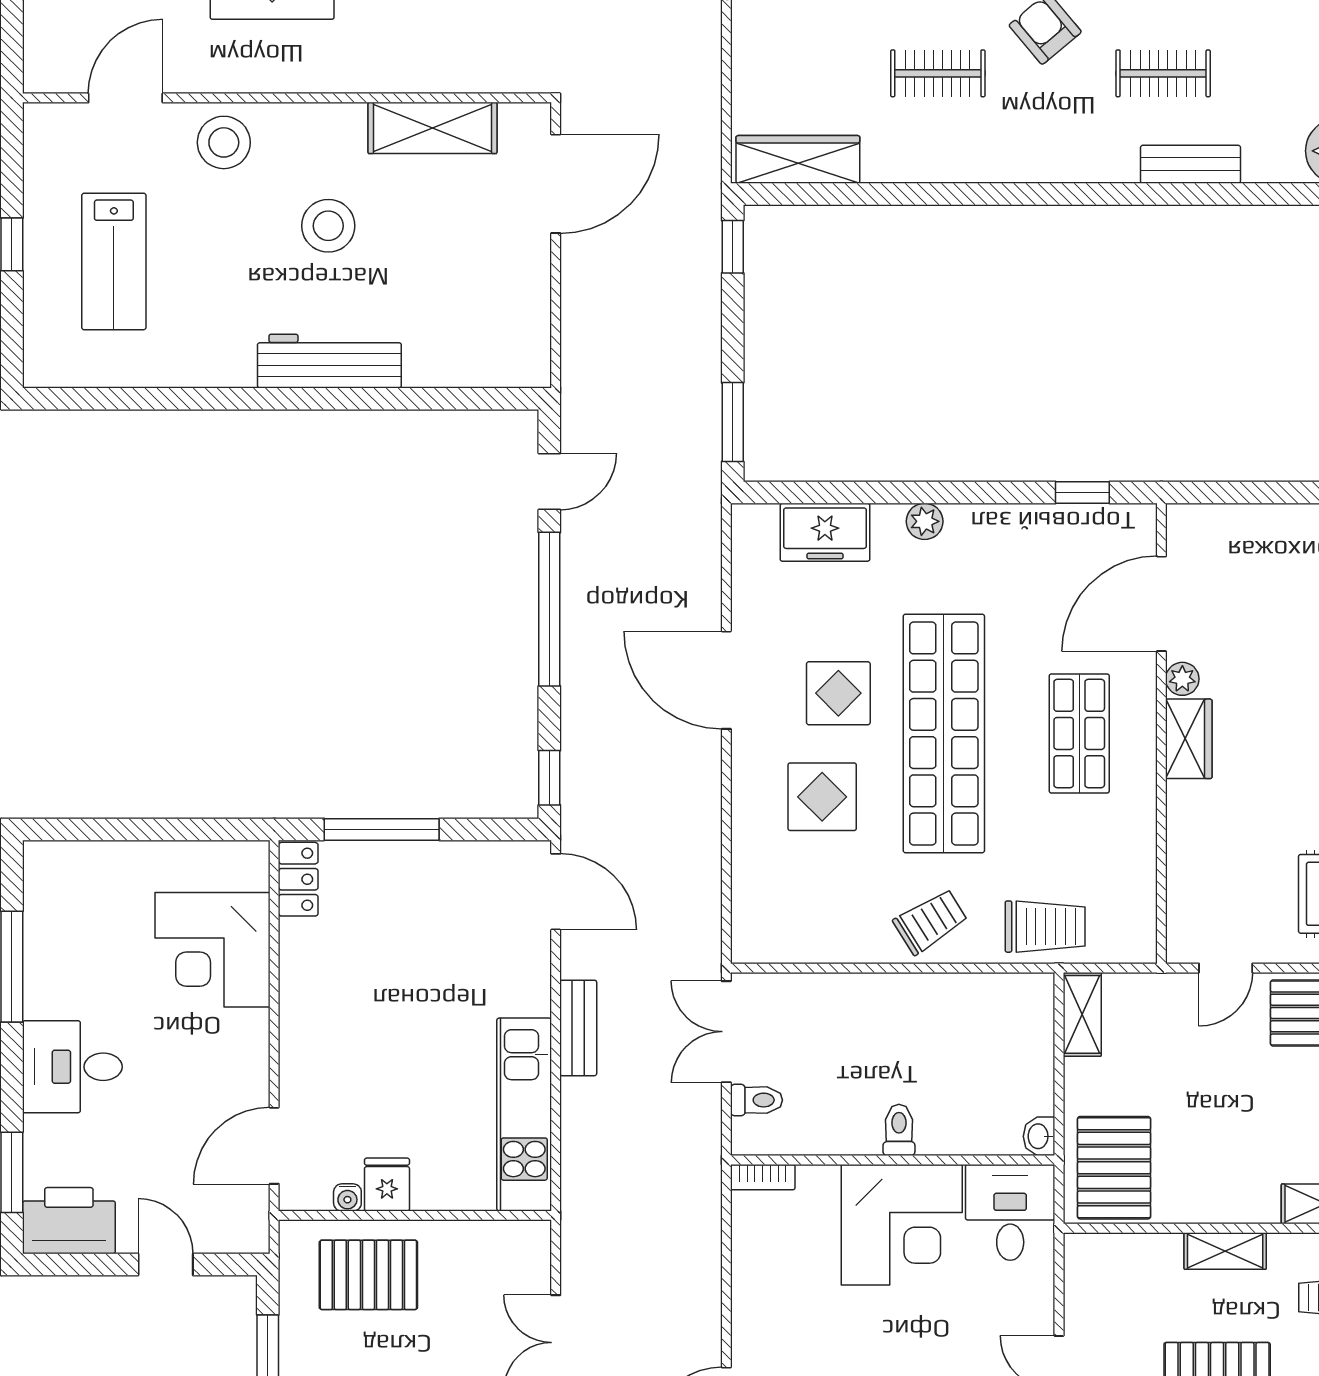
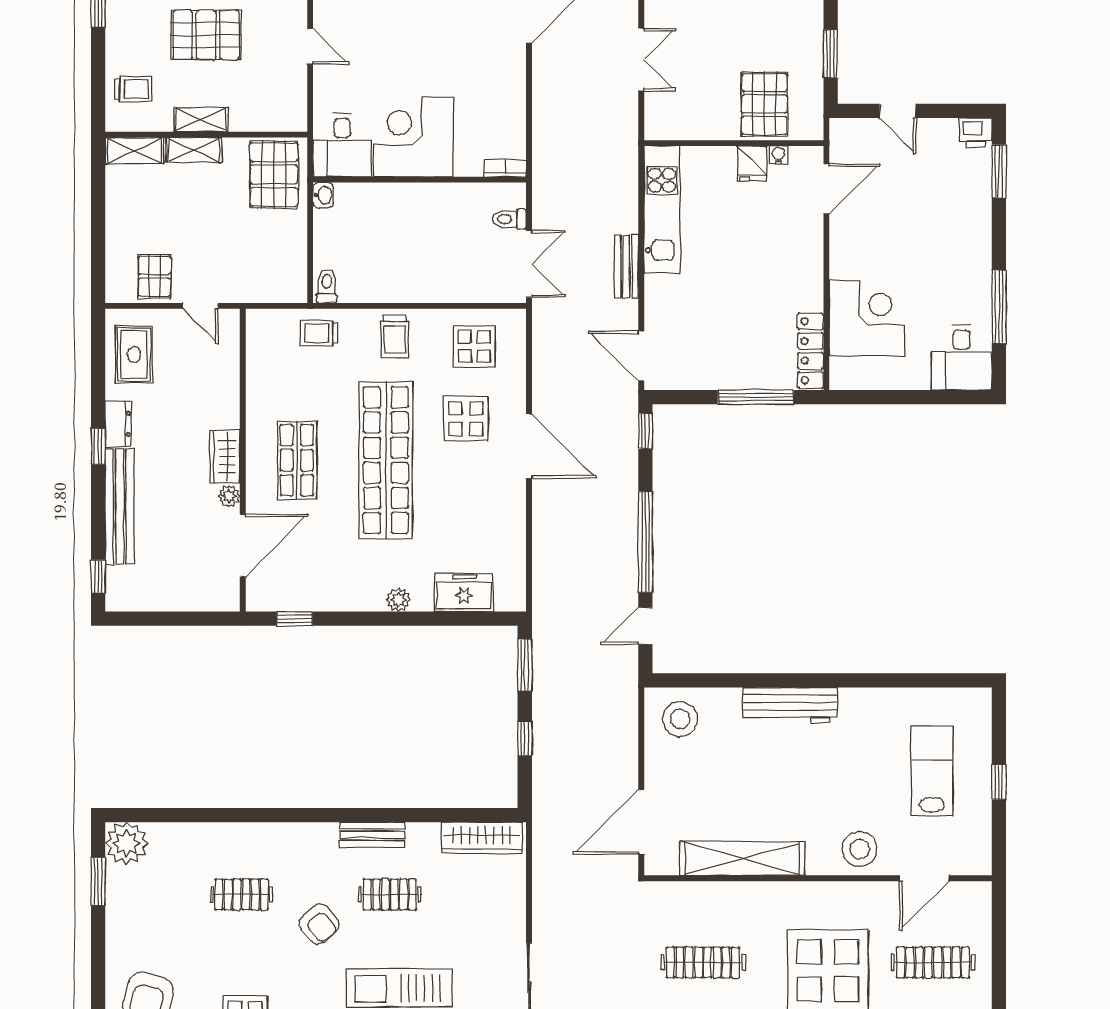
shelving: (432, 128) -> (742, 859), width x1.47
bench: (1190, 164) -> (372, 835), moved
stool: (328, 226) -> (680, 719), moved
window: (733, 247) -> (525, 738), moved
door: (726, 680) -> (529, 446), moved
display table: (838, 693) -> (474, 346), moved
locker: (298, 879) -> (811, 351), width x1.53
trolley: (930, 921) -> (395, 337), turned -58
trolley: (1045, 927) -> (319, 333), width x0.73, depth x0.72
door: (1226, 968) -> (200, 306), swing flipped
shelving: (1082, 1014) -> (194, 150), moved, turned 90
desk: (72, 1067) -> (962, 357), moved, turned 90
toilet: (899, 1130) -> (327, 286), moved, turned 180
printer: (69, 1221) -> (976, 133), width x0.53, depth x0.68
pallet: (368, 1275) -> (764, 104), turned 90

